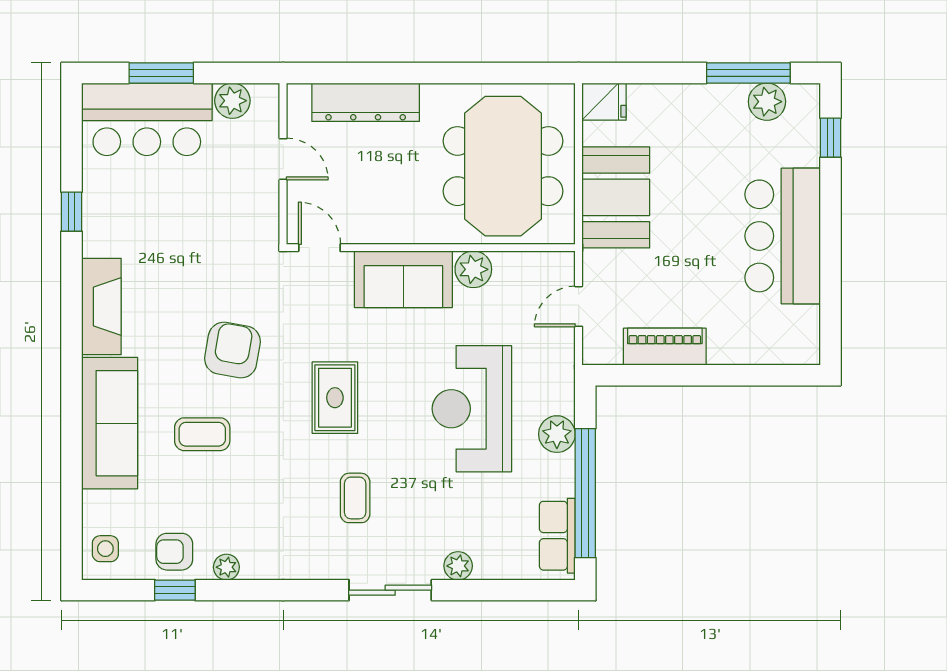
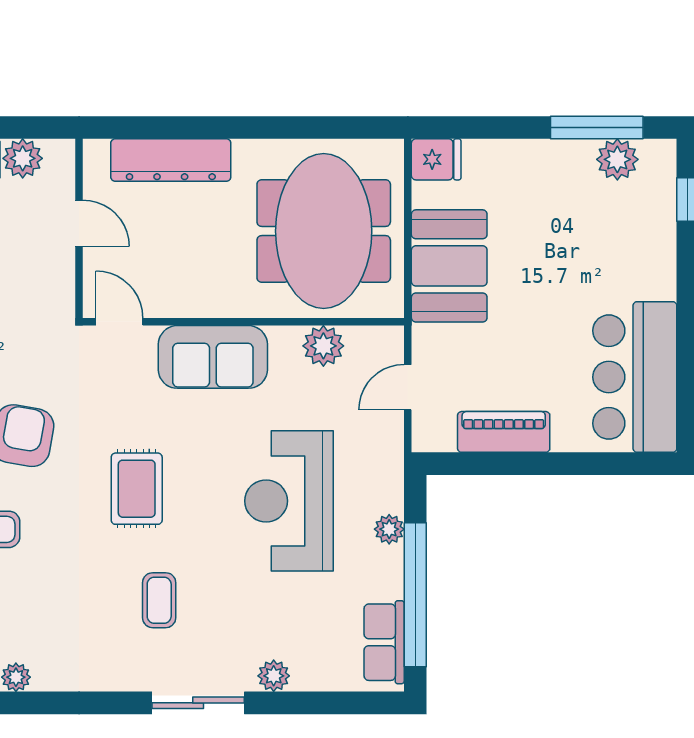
bar counter: (783, 236) -> (635, 377), moved
plant: (473, 269) -> (323, 346), moved
plant: (557, 434) -> (389, 529), width x0.73, depth x0.73

